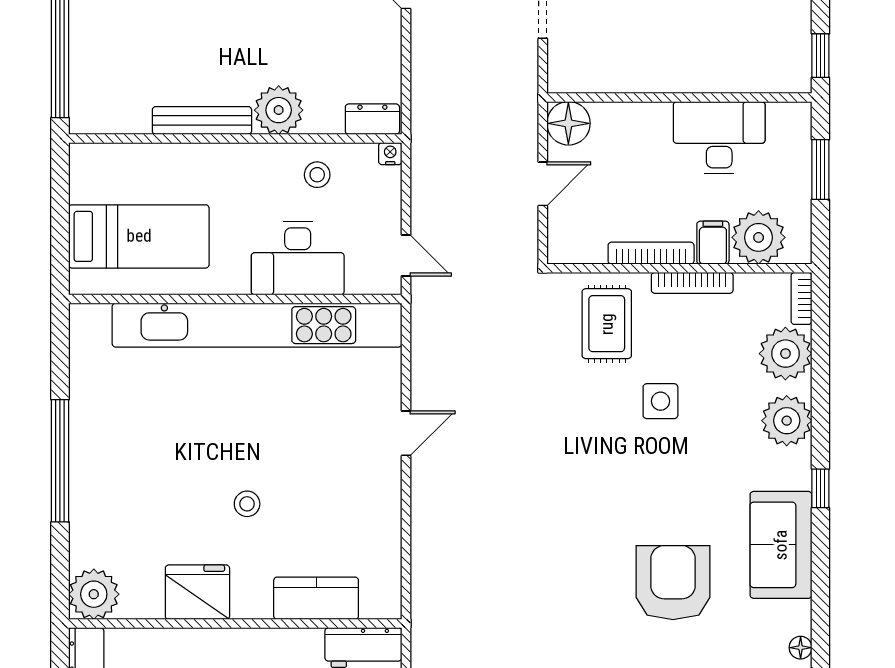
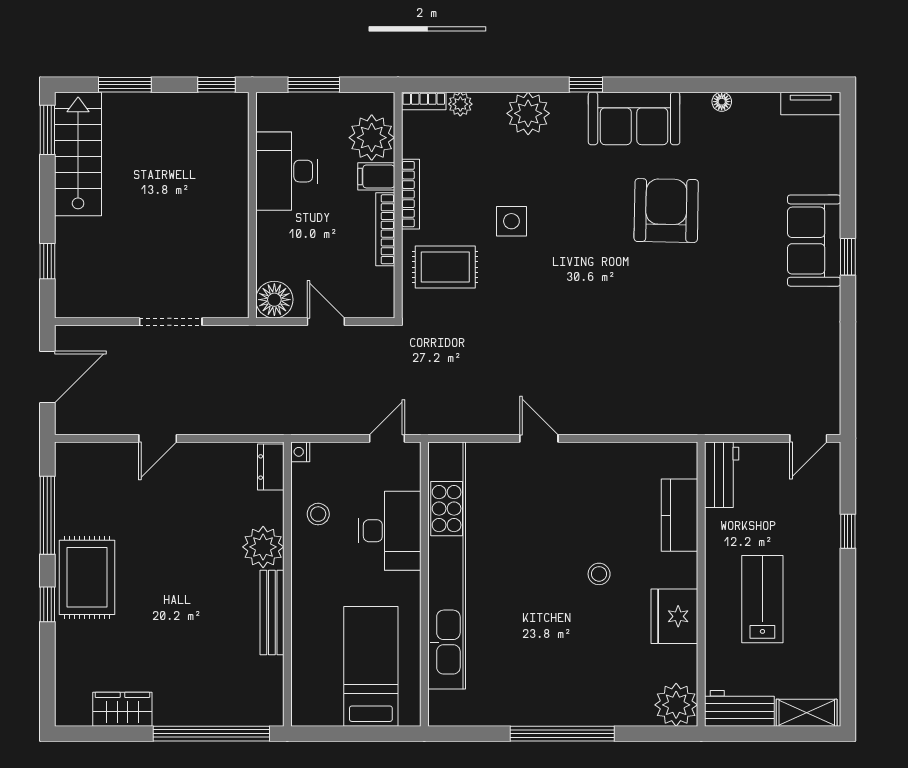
plant: (785, 354) -> (460, 104), width x0.53, depth x0.53
armchair: (673, 583) -> (666, 211), turned 91

